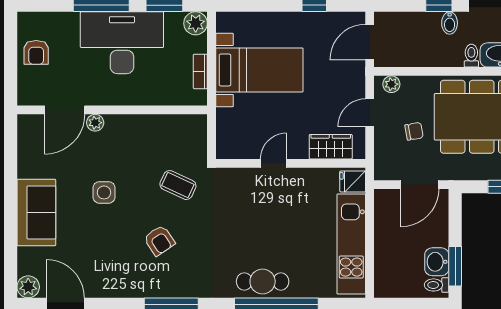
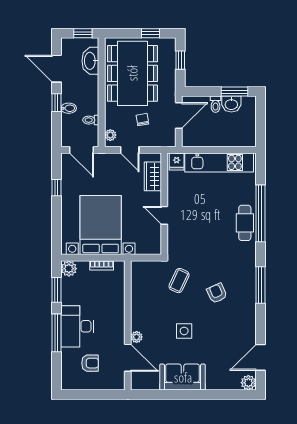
bidet: (450, 23) -> (69, 108), moved
desk: (122, 43) -> (77, 326), width x0.73, depth x0.77
armchair: (36, 52) -> (90, 363), moved
toilet: (471, 56) -> (91, 120), moved
bed with nightstands: (259, 70) -> (101, 225), width x1.36
door: (420, 185) -> (179, 116), hinge flipped
sofa: (36, 212) -> (183, 377), moved
armchair: (159, 241) -> (217, 293), turned -80
toilet: (437, 285) -> (216, 104), moved

